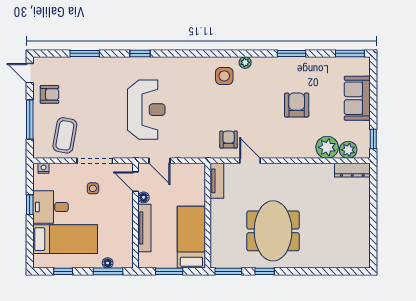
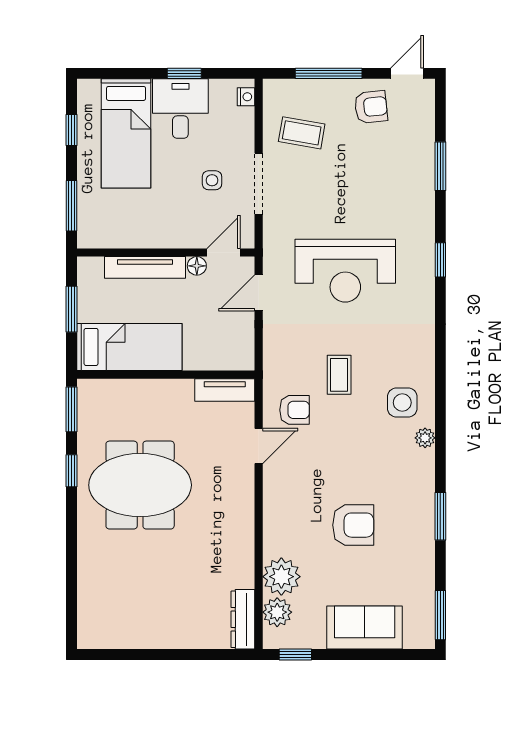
armchair: (50, 94) -> (371, 107), turned -96
coffee table: (208, 113) -> (339, 375), added
coffee table: (65, 135) -> (302, 133), width x0.73, depth x0.77
floor lamp: (108, 263) -> (86, 205), removed

